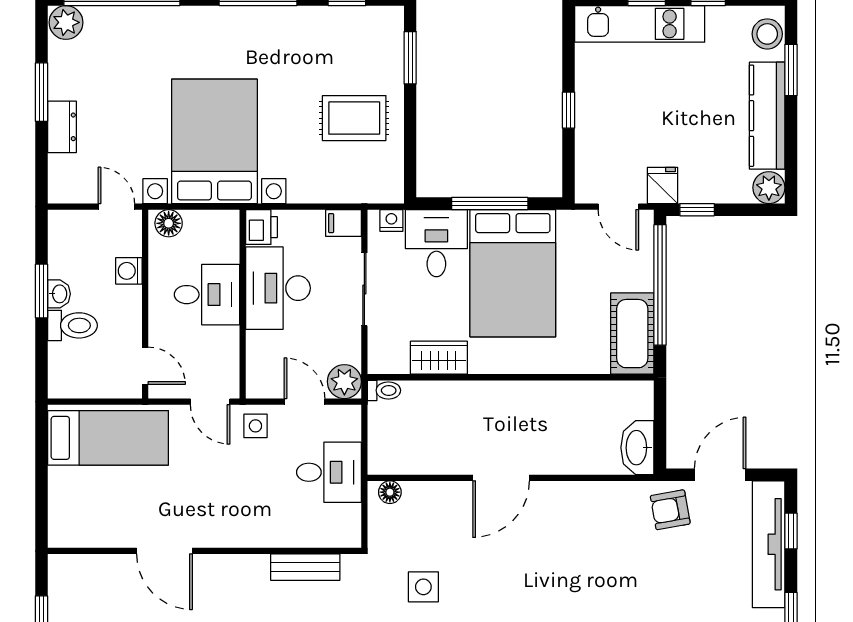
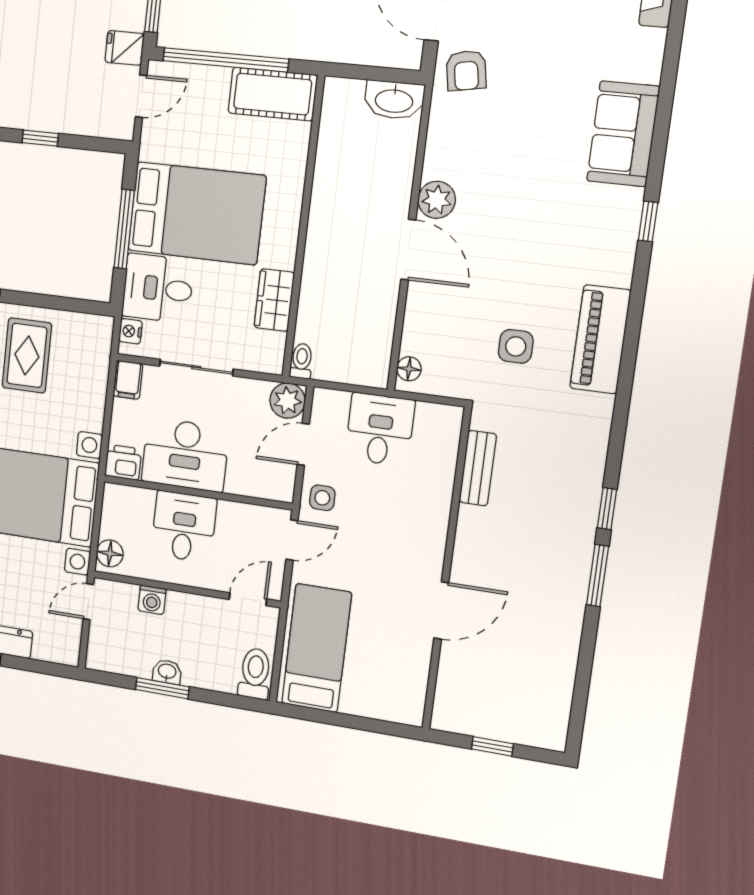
toilet: (72, 325) -> (255, 674), moved
plant: (550, 498) -> (437, 200), added

